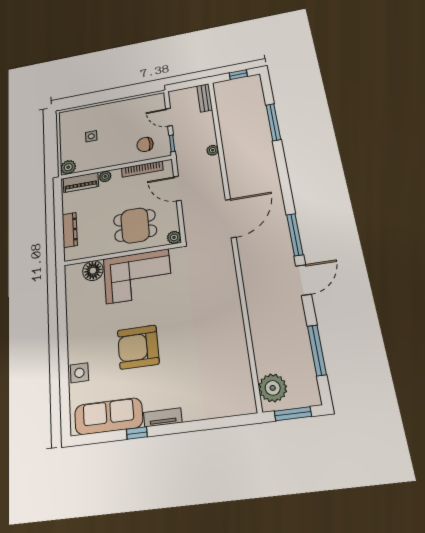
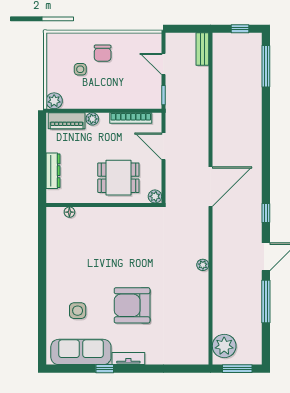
window: (273, 122) -> (266, 66), moved
chair: (145, 145) -> (103, 53), moved, turned -90
plant: (213, 150) -> (203, 265), moved
window: (295, 235) -> (266, 213), width x0.46
floor lamp: (93, 271) -> (69, 212), width x0.53, depth x0.53
corner sofa: (138, 276) -> (117, 229), removed
armchair: (138, 347) -> (132, 305), moved
window: (317, 350) -> (266, 302), moved
side table: (79, 373) -> (78, 311), moved

